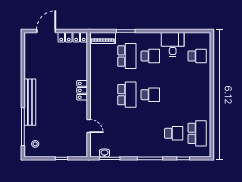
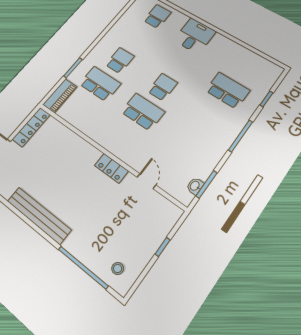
desk: (173, 44) -> (195, 36), moved, turned 90
locker: (82, 90) -> (111, 168), moved
bench: (30, 102) -> (39, 215), moved
door: (89, 126) -> (146, 181), hinge flipped
school desk: (174, 133) -> (228, 90), width x1.85
school desk: (197, 133) -> (246, 66), removed

